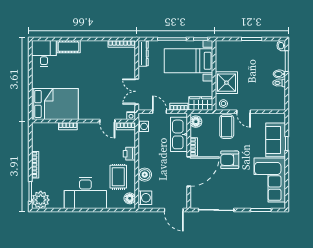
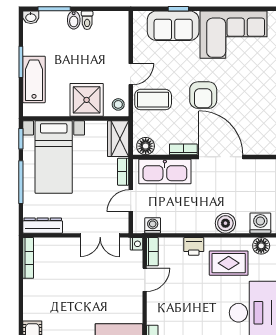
bathtub: (240, 48) -> (34, 79), added

